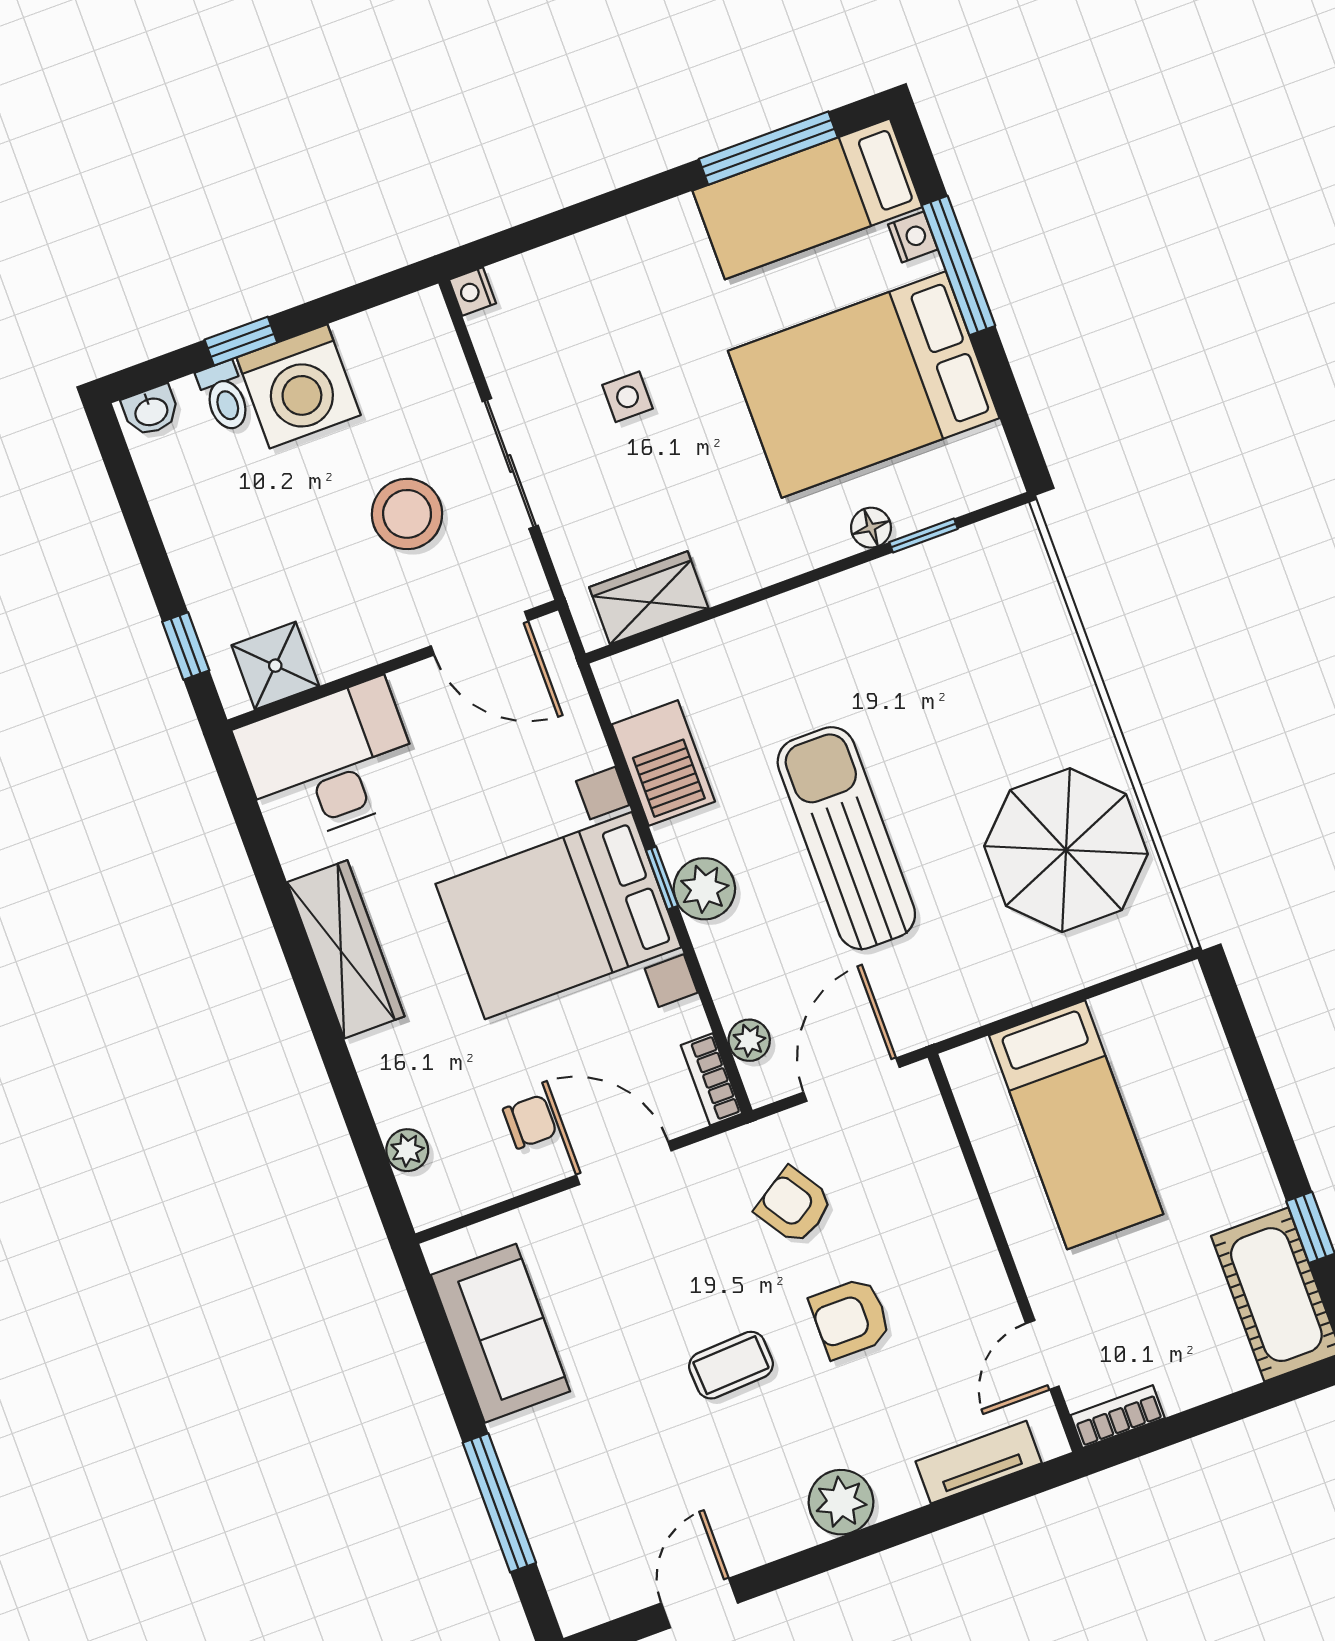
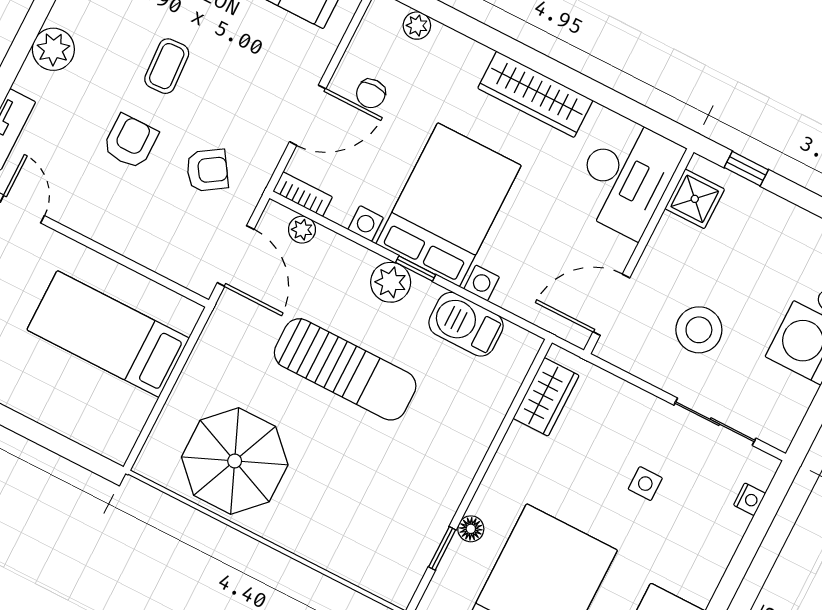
nightstand: (473, 292) -> (750, 499), moved, turned 90
sliding door: (510, 463) -> (715, 422), moved

